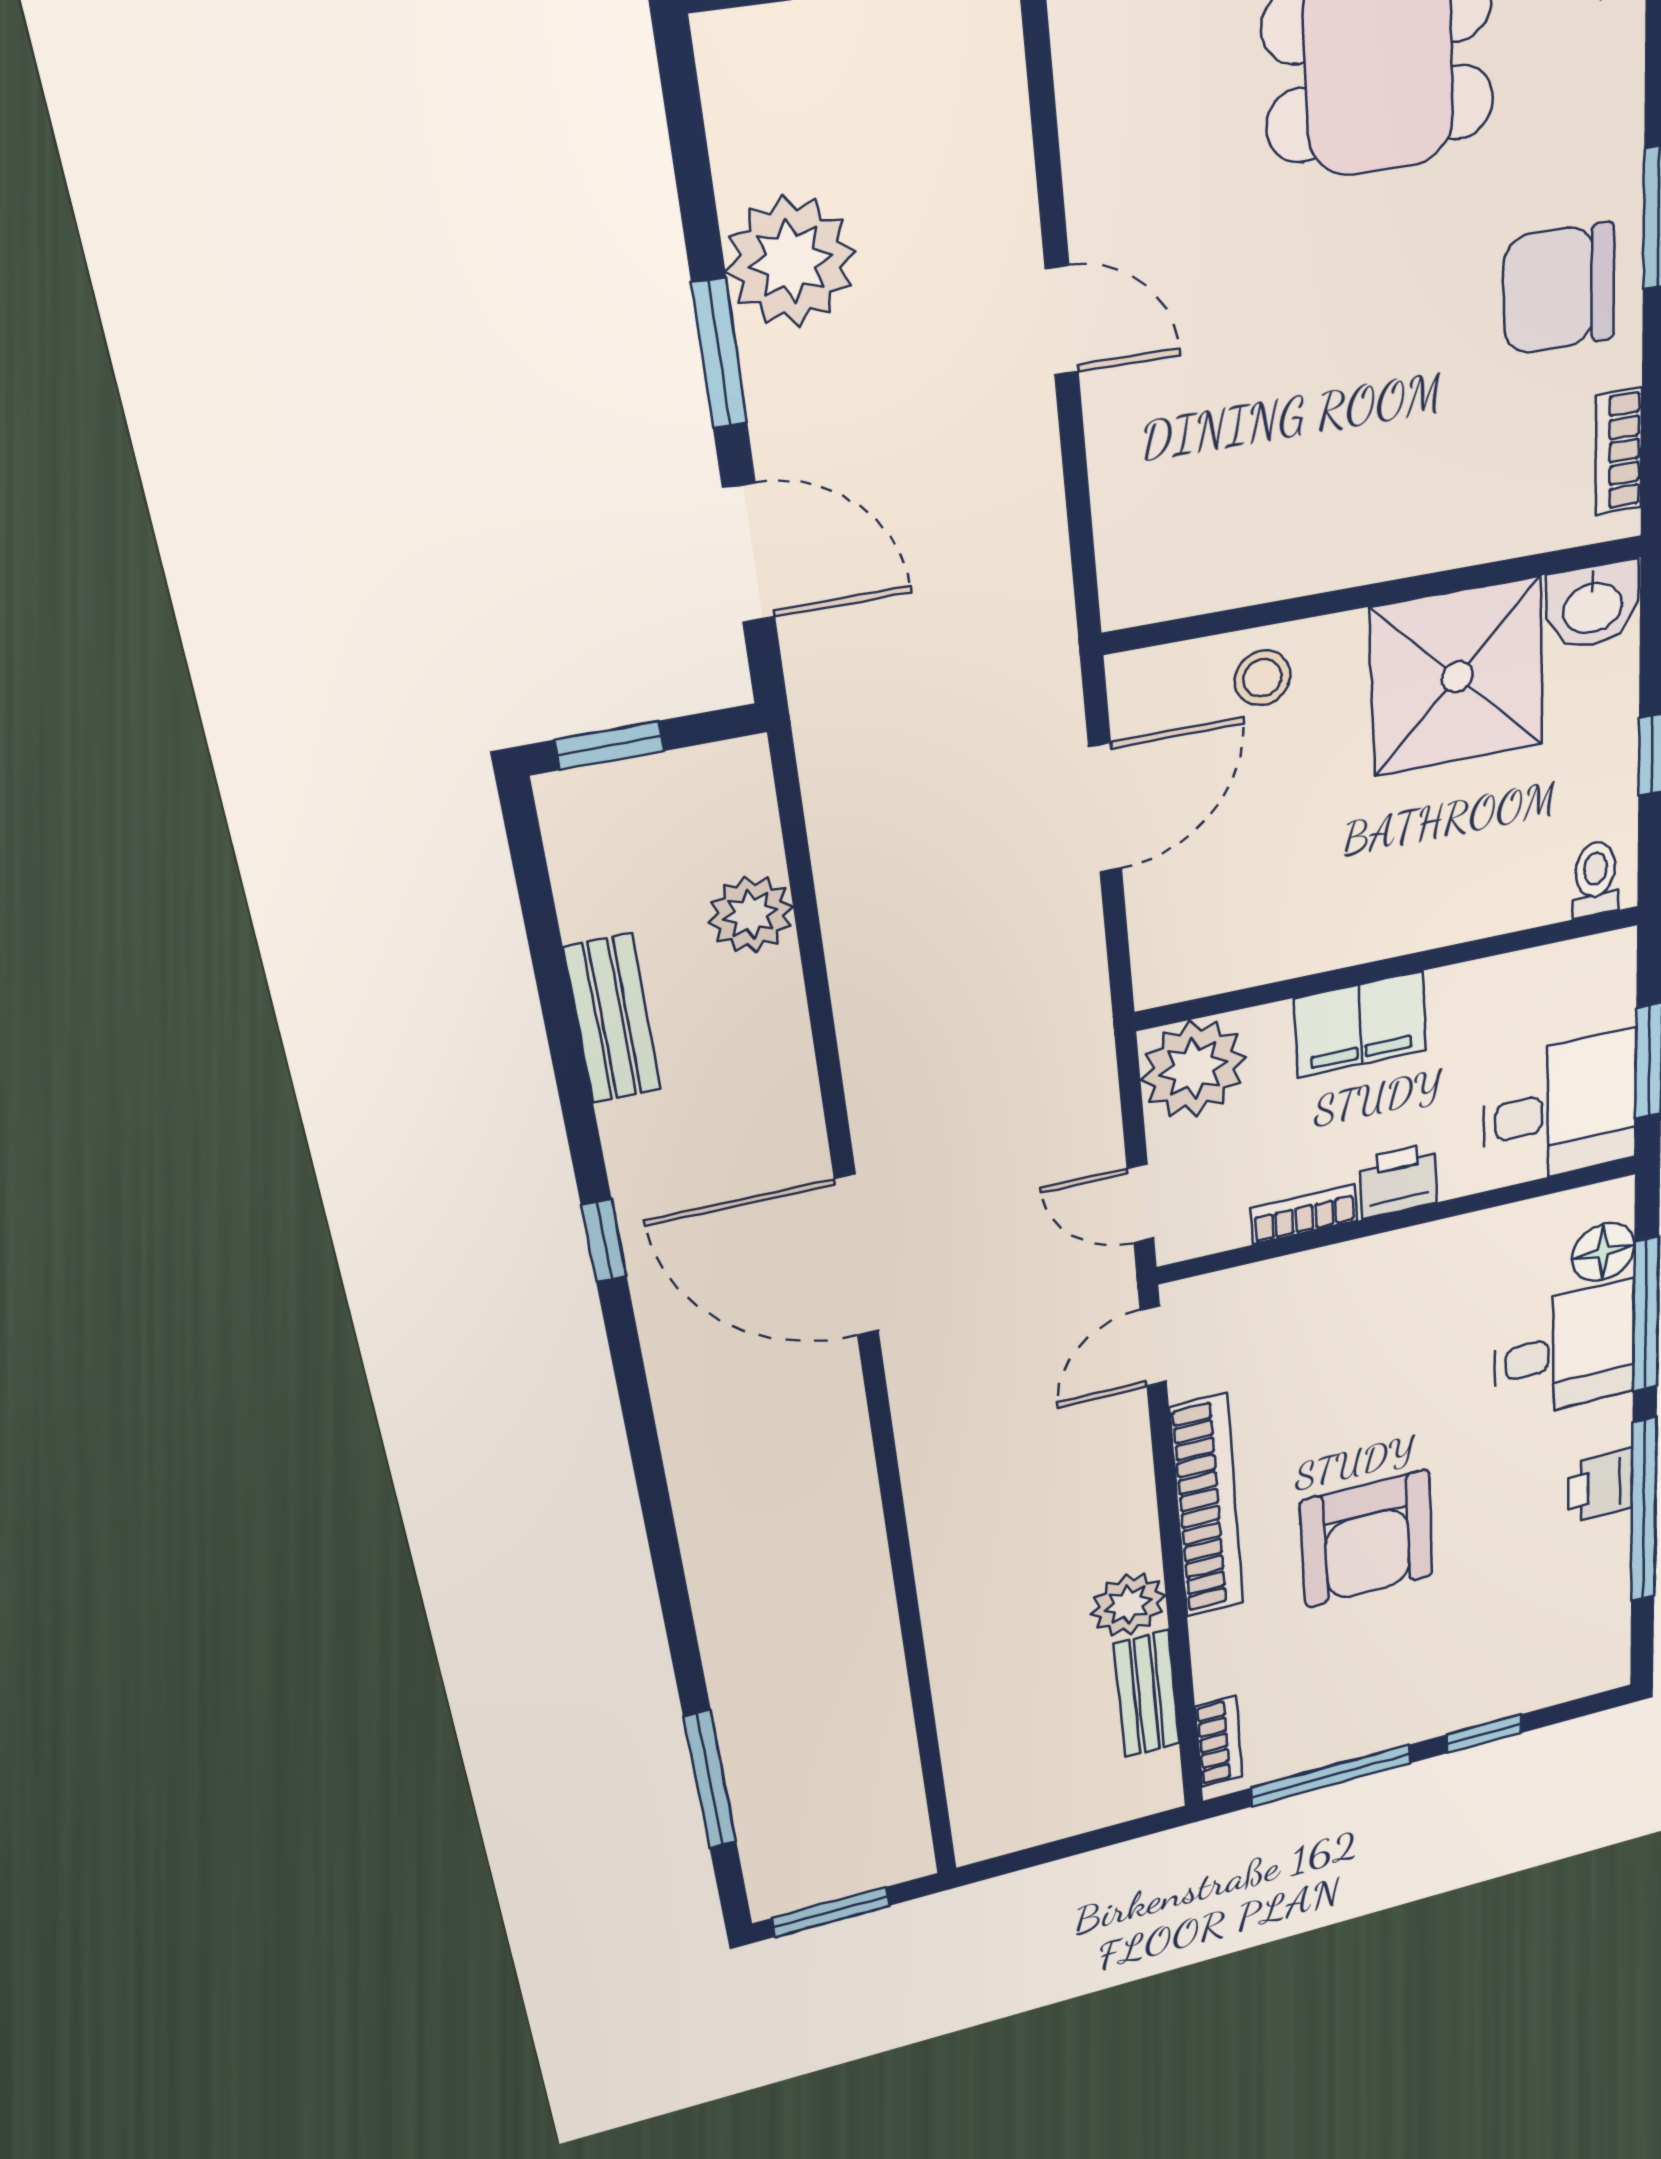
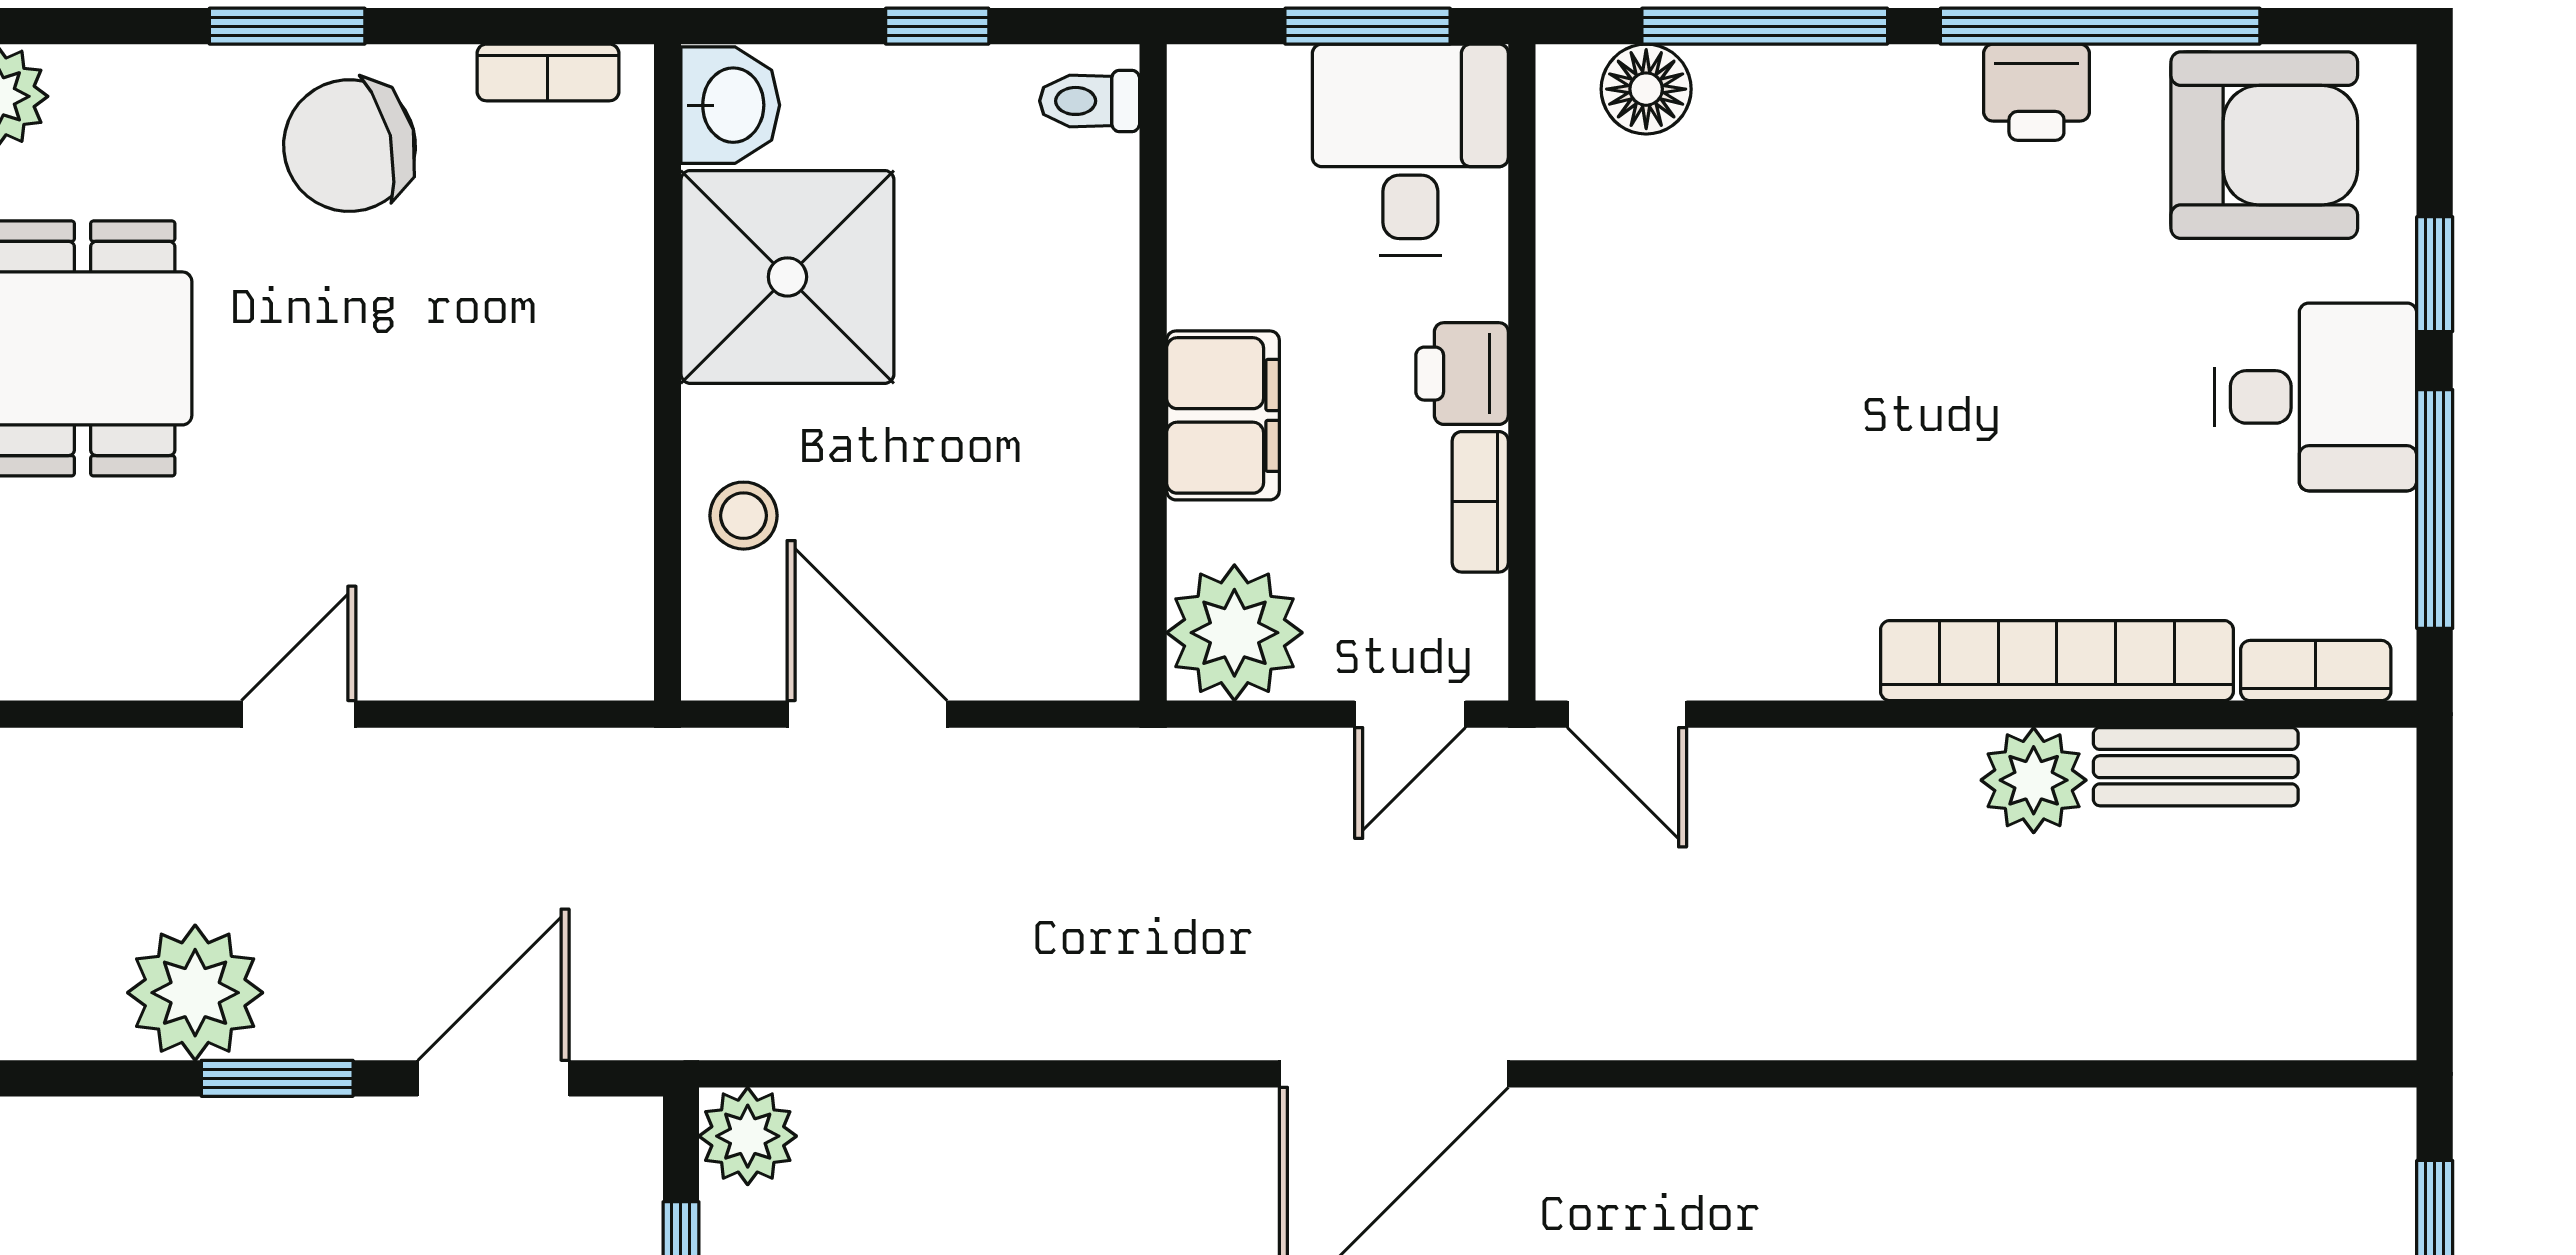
chair: (1559, 289) -> (350, 146), turned 76
plant: (751, 914) -> (748, 1136), moved
desk: (1565, 1351) -> (2315, 397), moved, turned 90
bookcase: (1207, 1507) -> (2057, 661), moved
armchair: (1367, 1539) -> (2264, 145), moved

